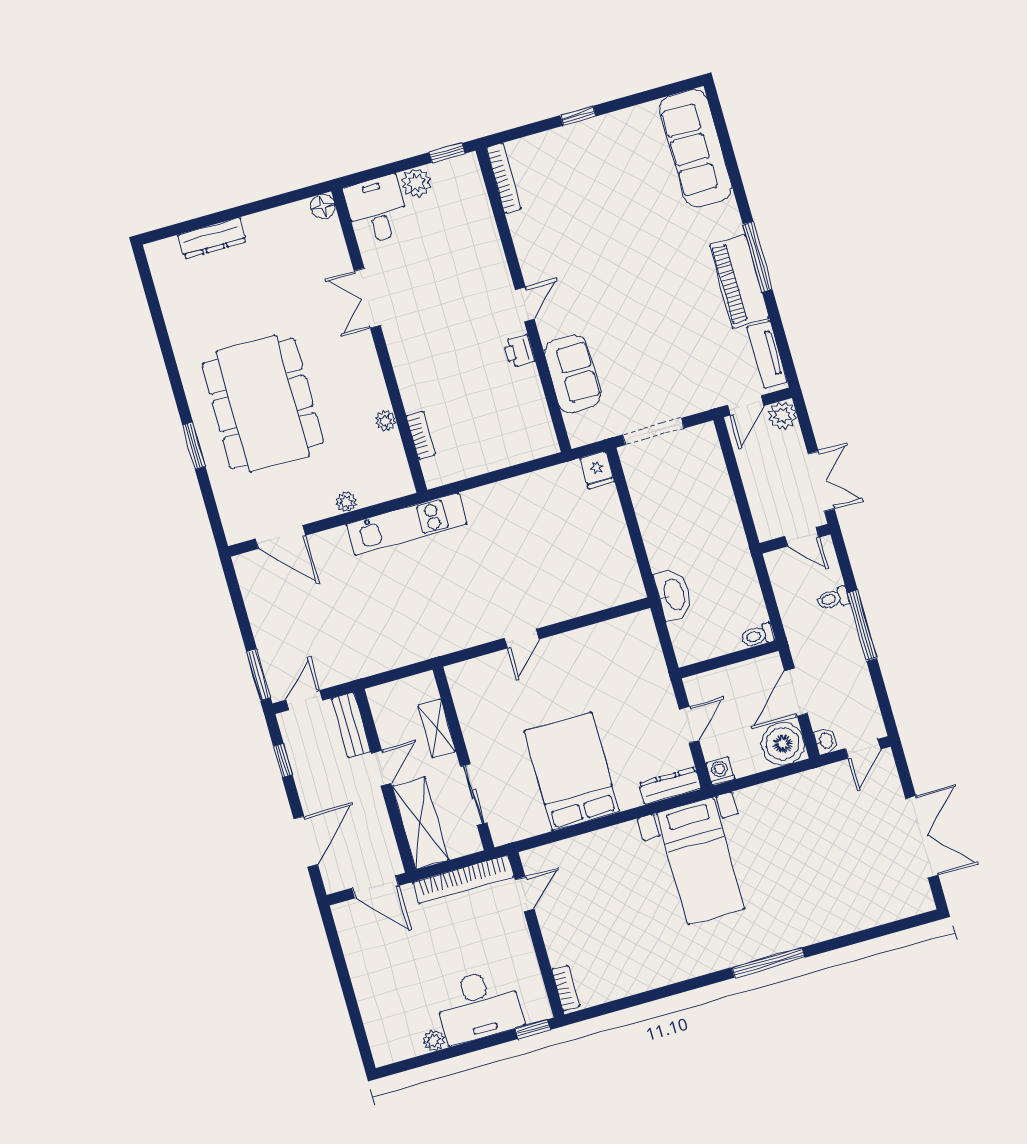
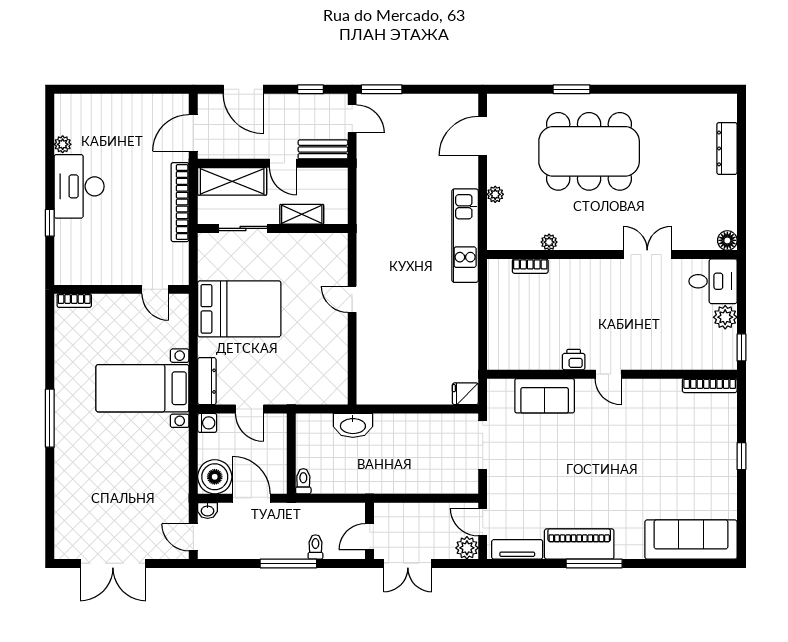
door: (525, 894) -> (155, 289), moved
wall: (536, 935) -> (122, 289), moved
bookcase: (566, 988) -> (74, 301), moved

